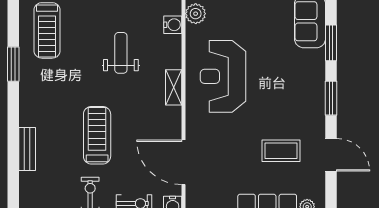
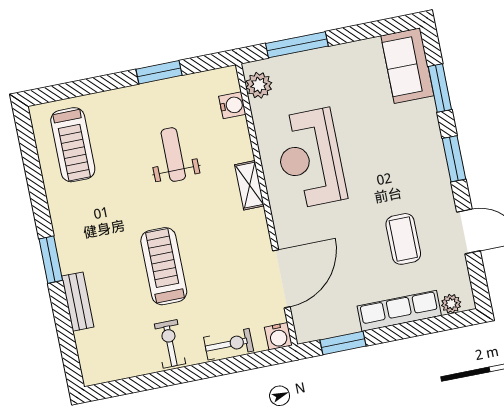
window: (13, 64) -> (51, 260), moved
coffee table: (281, 151) -> (403, 239), turned 90
door: (184, 162) -> (281, 279), swing flipped

